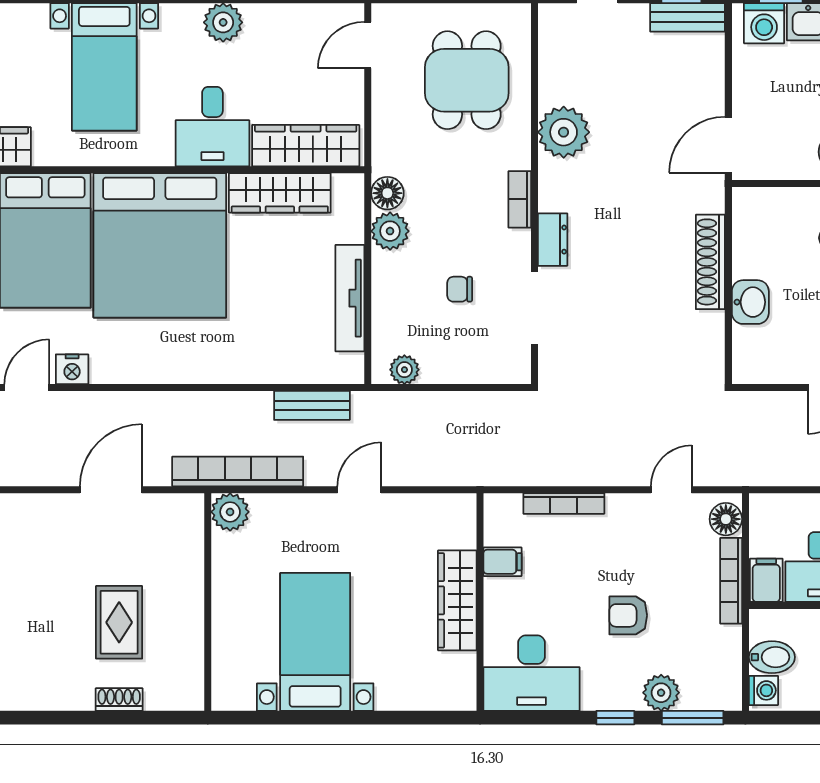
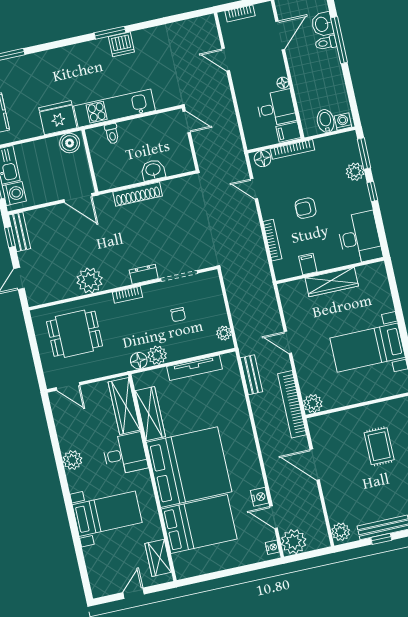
armchair: (628, 615) -> (306, 208), moved, turned 90
rug: (119, 622) -> (379, 446), turned 90

